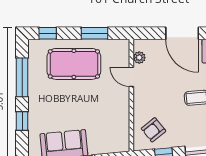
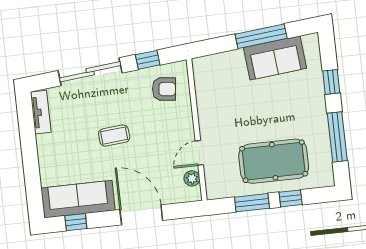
window: (48, 33) -> (291, 198), moved
door: (131, 77) -> (199, 153), swing flipped
armchair: (153, 130) -> (164, 89), turned 45

